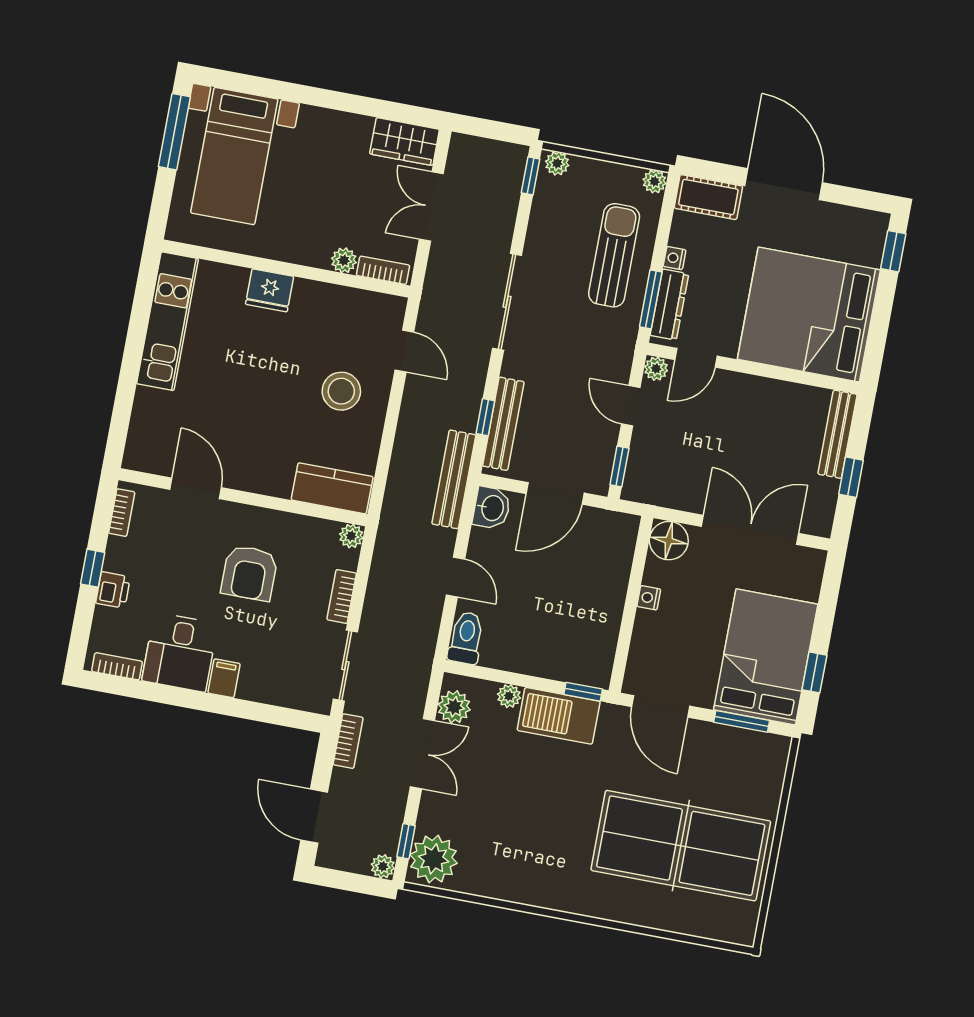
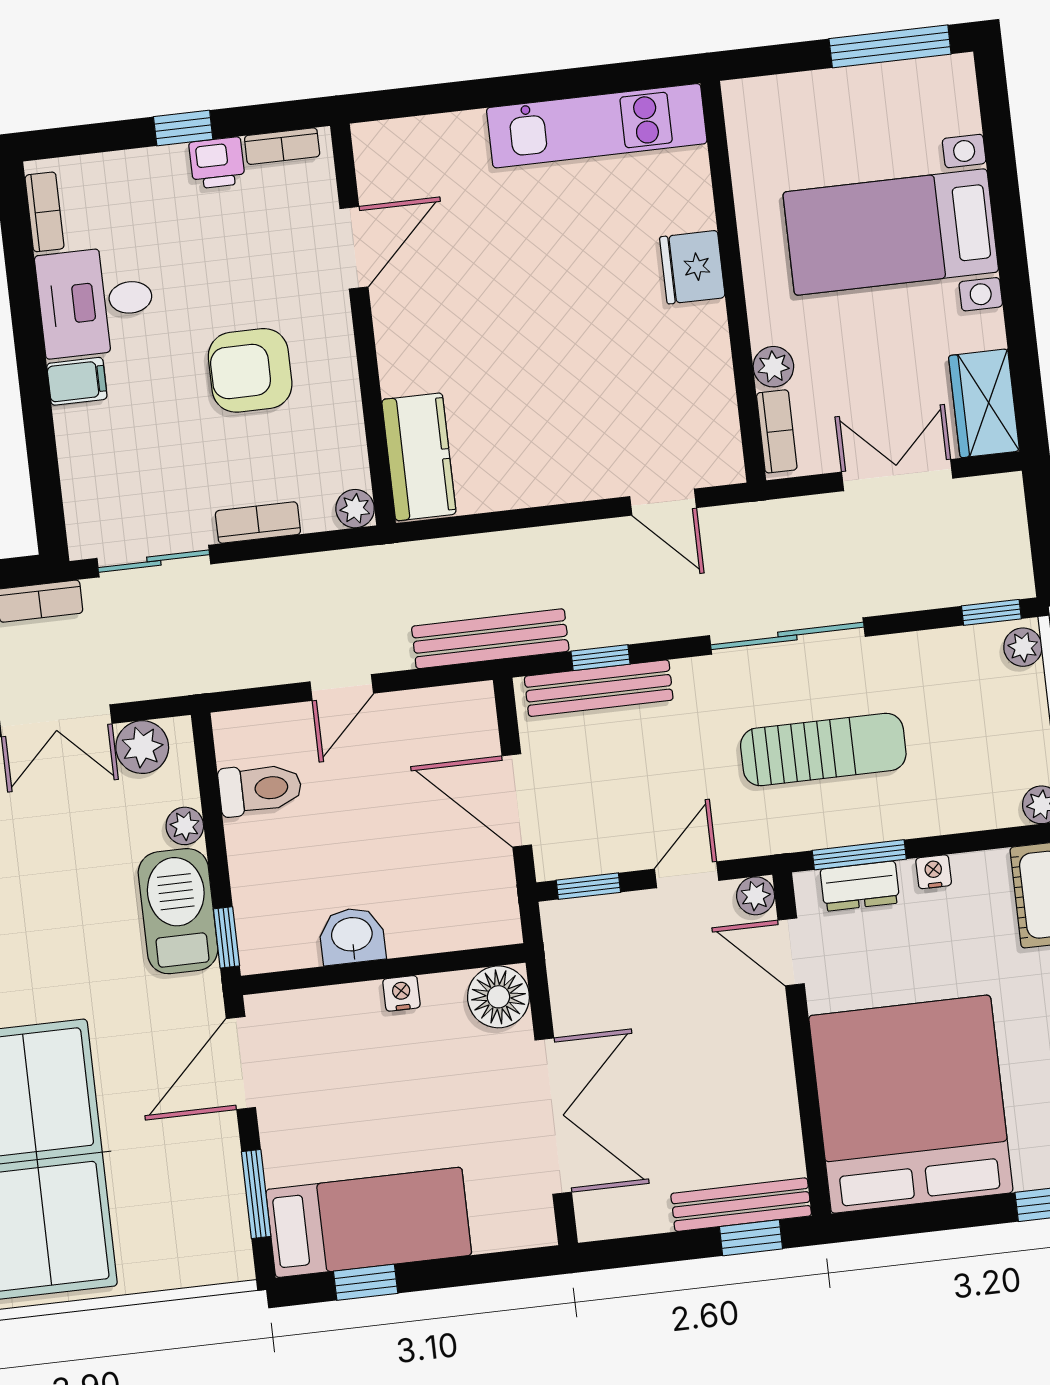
bed with nightstands: (234, 156) -> (891, 232), moved
sun lounger: (614, 255) -> (823, 749), moved
dresser: (669, 305) -> (860, 886), width x0.70
door: (404, 351) -> (663, 502), hinge flipped
stool: (341, 391) -> (572, 425), removed
window: (851, 477) -> (751, 1238), moved
washbasin: (492, 508) -> (352, 936), moved, turned 180
printer: (113, 590) -> (217, 163), moved
toilet: (466, 638) -> (260, 789), moved
bed: (766, 657) -> (369, 1222), width x0.67

